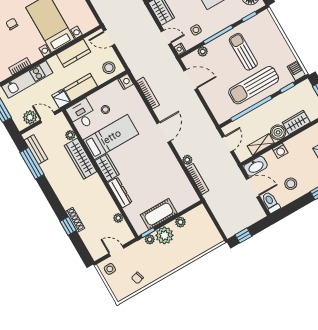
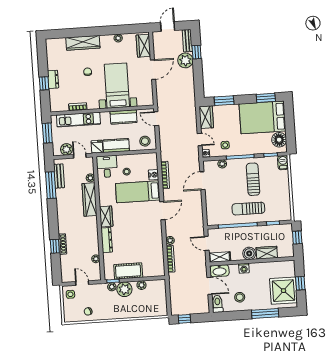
barbecue: (297, 71) -> (283, 163), moved
door: (191, 80) -> (202, 181), swing flipped
nightstand: (126, 82) -> (154, 175), moved
sun lounger: (254, 85) -> (248, 209), width x0.73, depth x0.75
bed: (111, 137) -> (138, 192), moved, turned 180
door: (228, 144) -> (207, 243), swing flipped
shelving: (261, 145) -> (220, 257), moved

